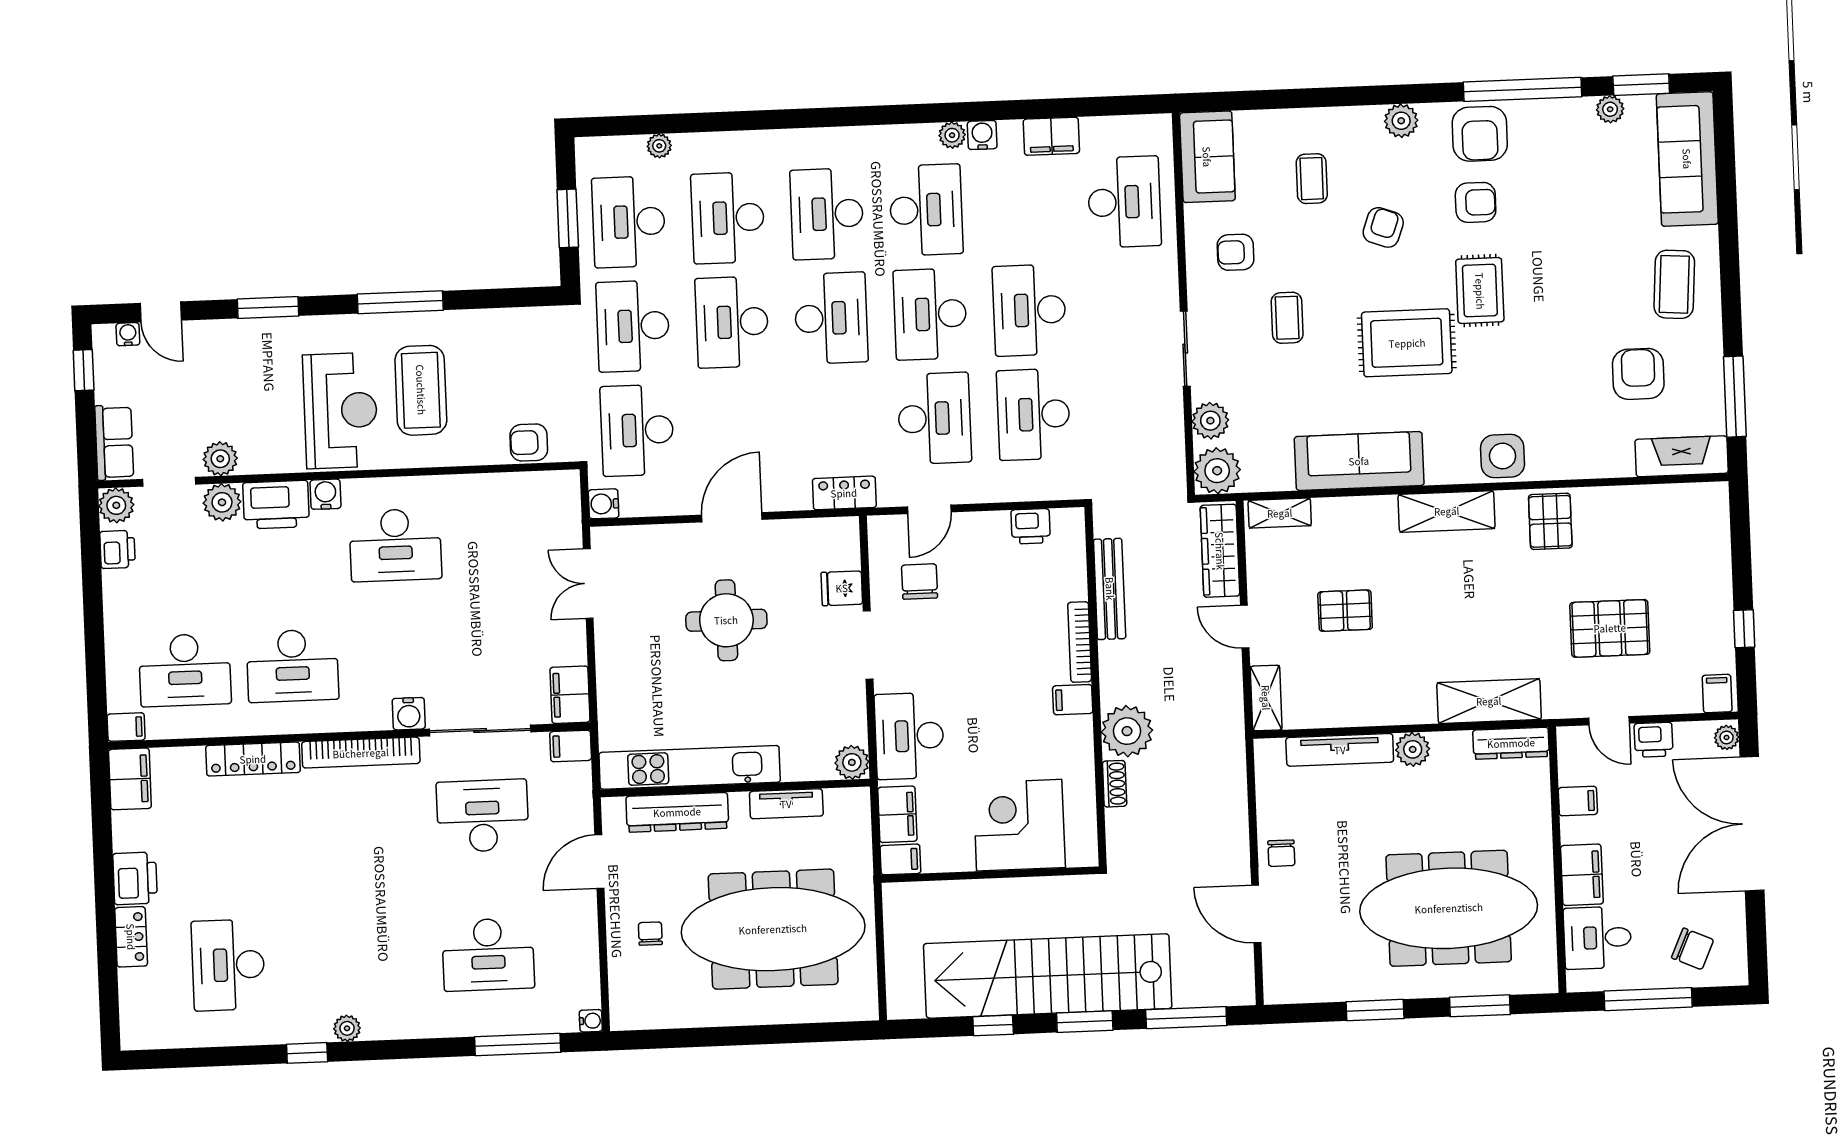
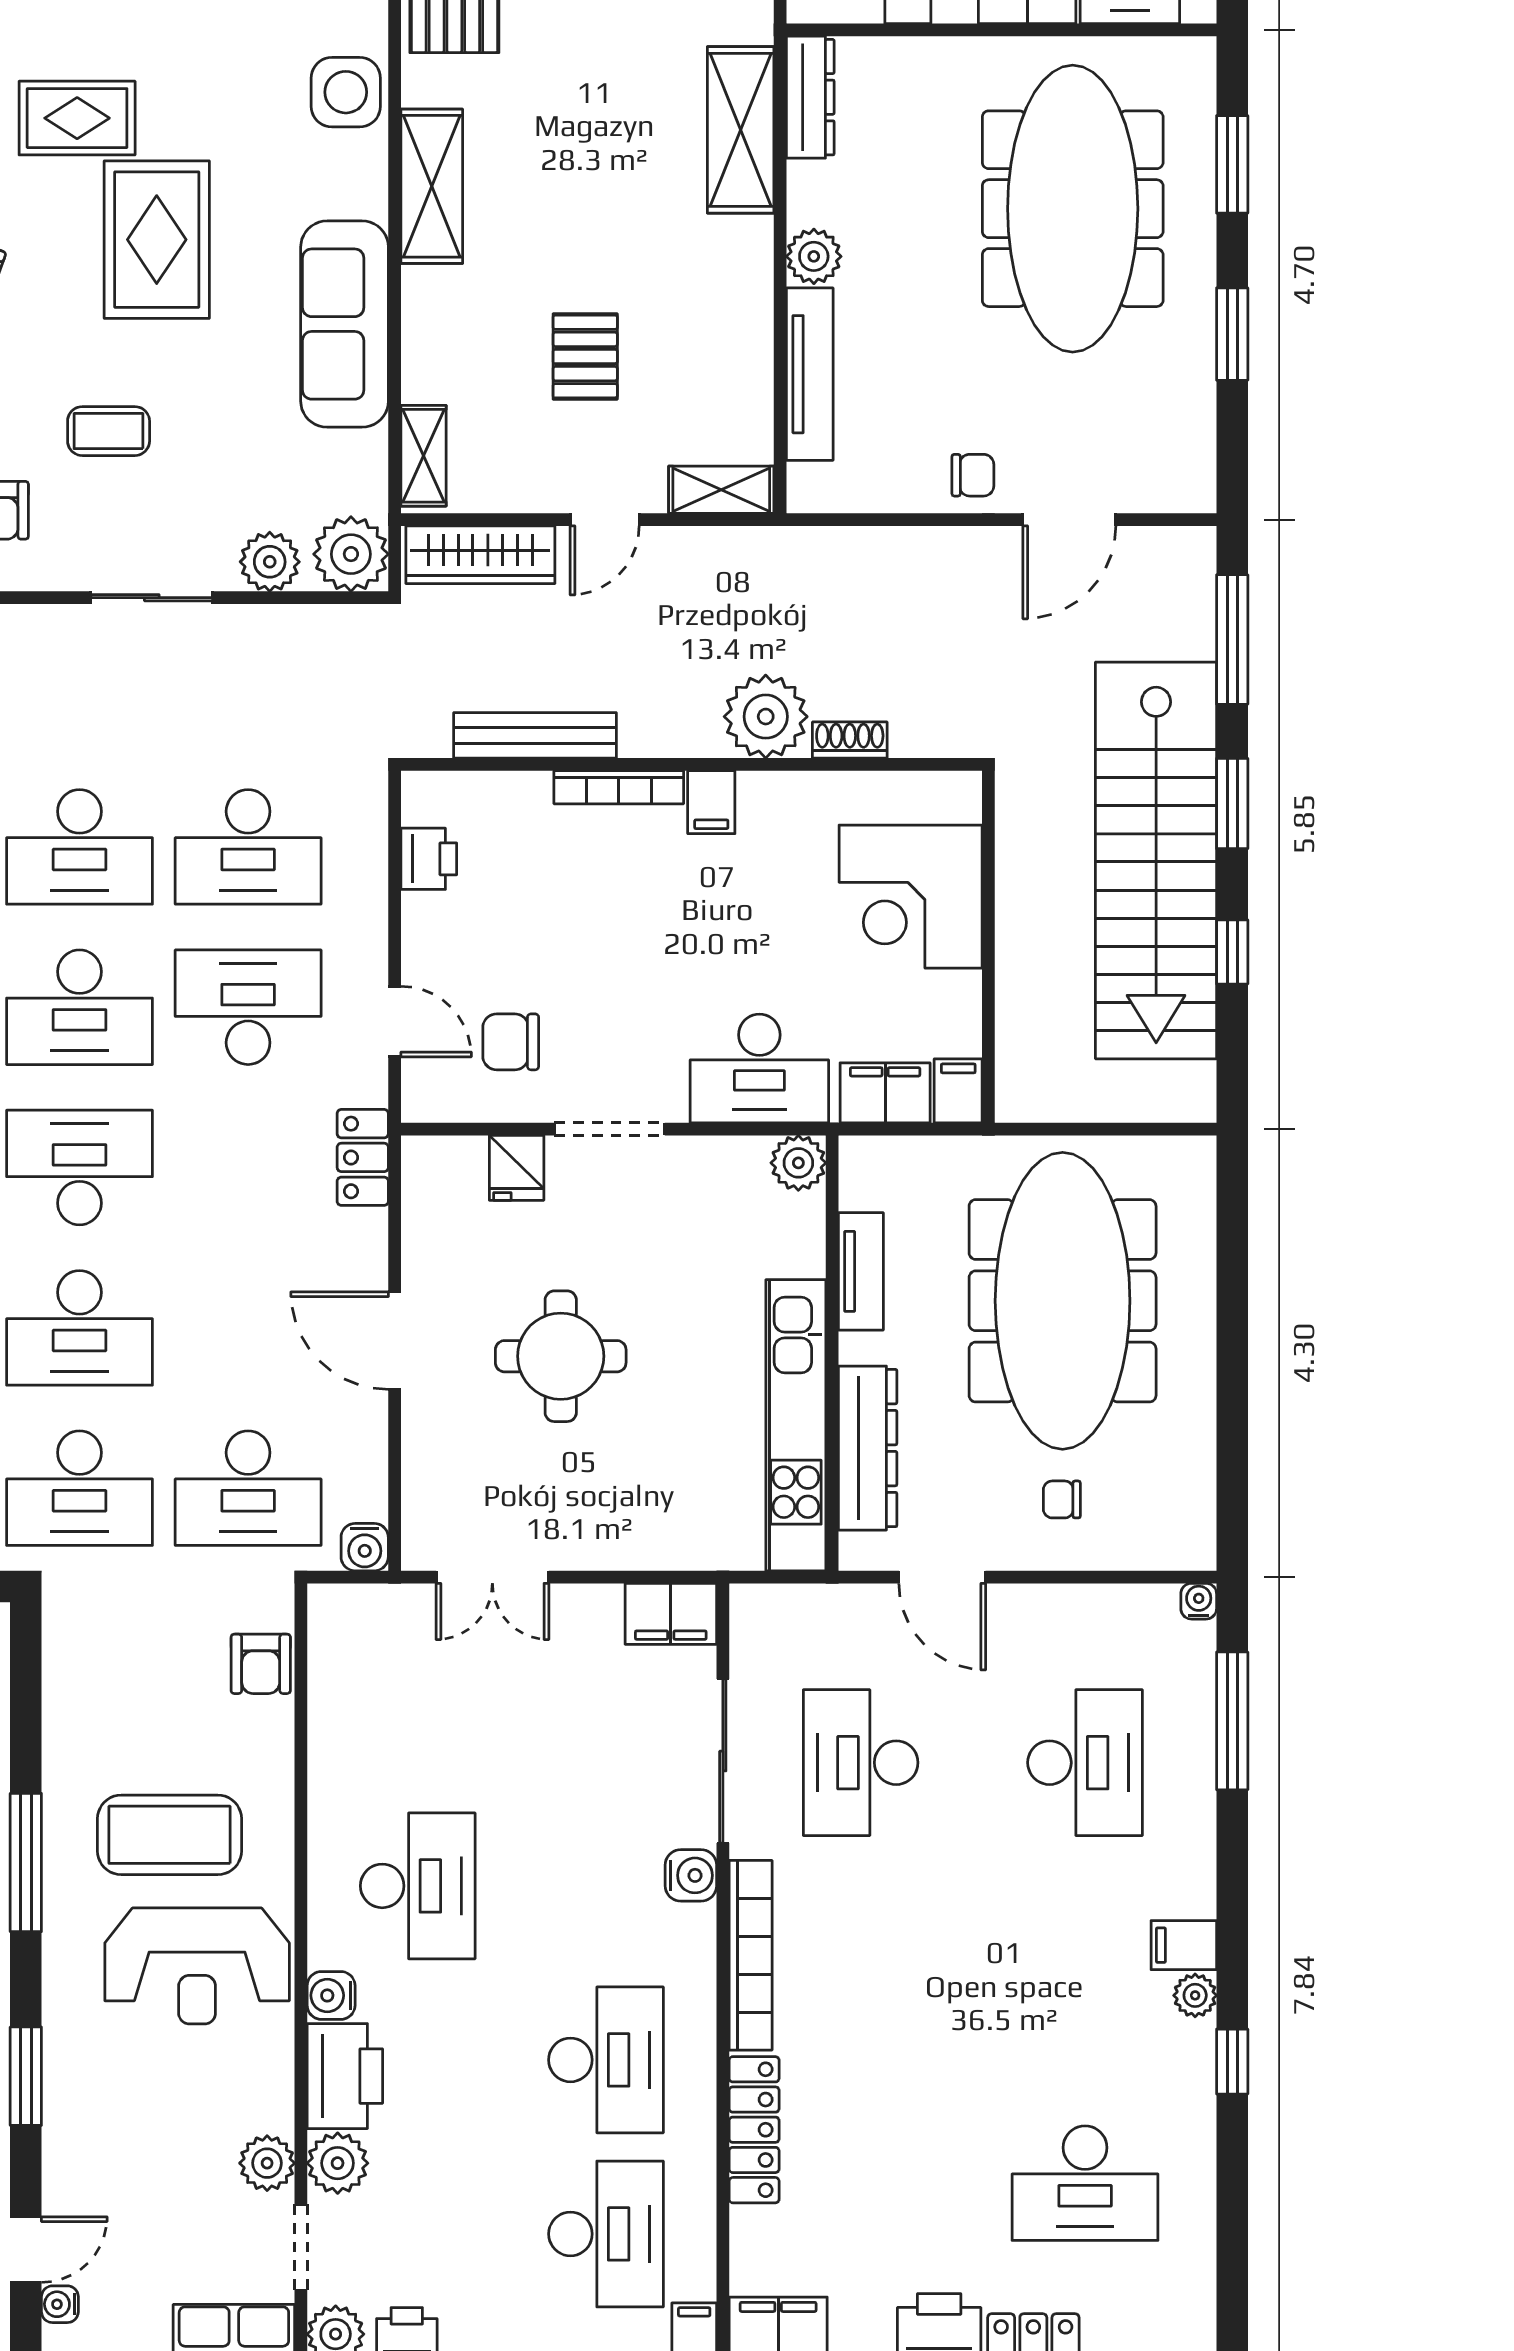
reception desk: (340, 411) -> (197, 1966), turned 180
filing cabinet: (571, 746) -> (1184, 1945), moved, turned 90

